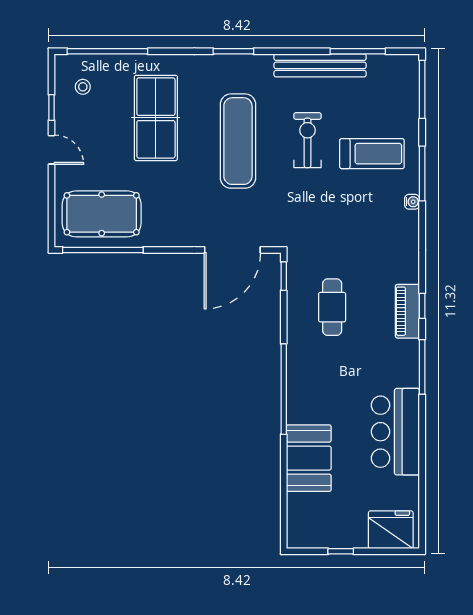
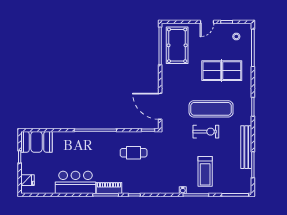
exercise bike: (307, 140) -> (206, 132), moved
piano: (407, 311) -> (109, 188), moved
booth: (309, 458) -> (36, 142), moved
fridge: (391, 530) -> (28, 180), width x0.53, depth x0.75

